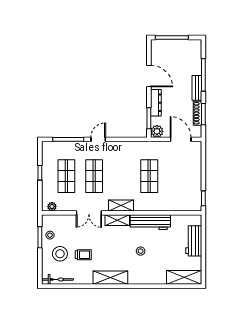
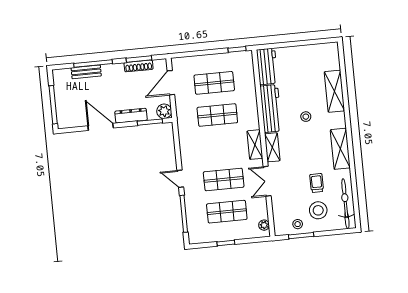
door: (149, 76) -> (101, 127), hinge flipped
bench: (197, 88) -> (86, 72), moved
shop shelf: (177, 176) -> (214, 83), added
double door: (89, 213) -> (267, 181), swing flipped
workbench: (194, 241) -> (267, 66), moved, turned -90
shelving: (184, 277) -> (334, 91), moved
bicycle: (57, 279) -> (345, 204), width x1.37, depth x1.40

